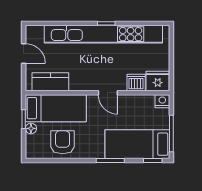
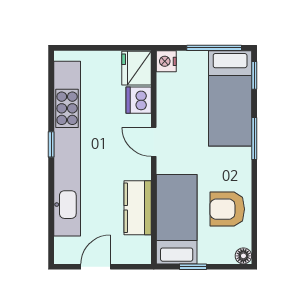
kitchen counter: (50, 82) -> (138, 208), moved
door: (108, 93) -> (154, 142), swing flipped
floor lamp: (31, 128) -> (243, 256), moved

